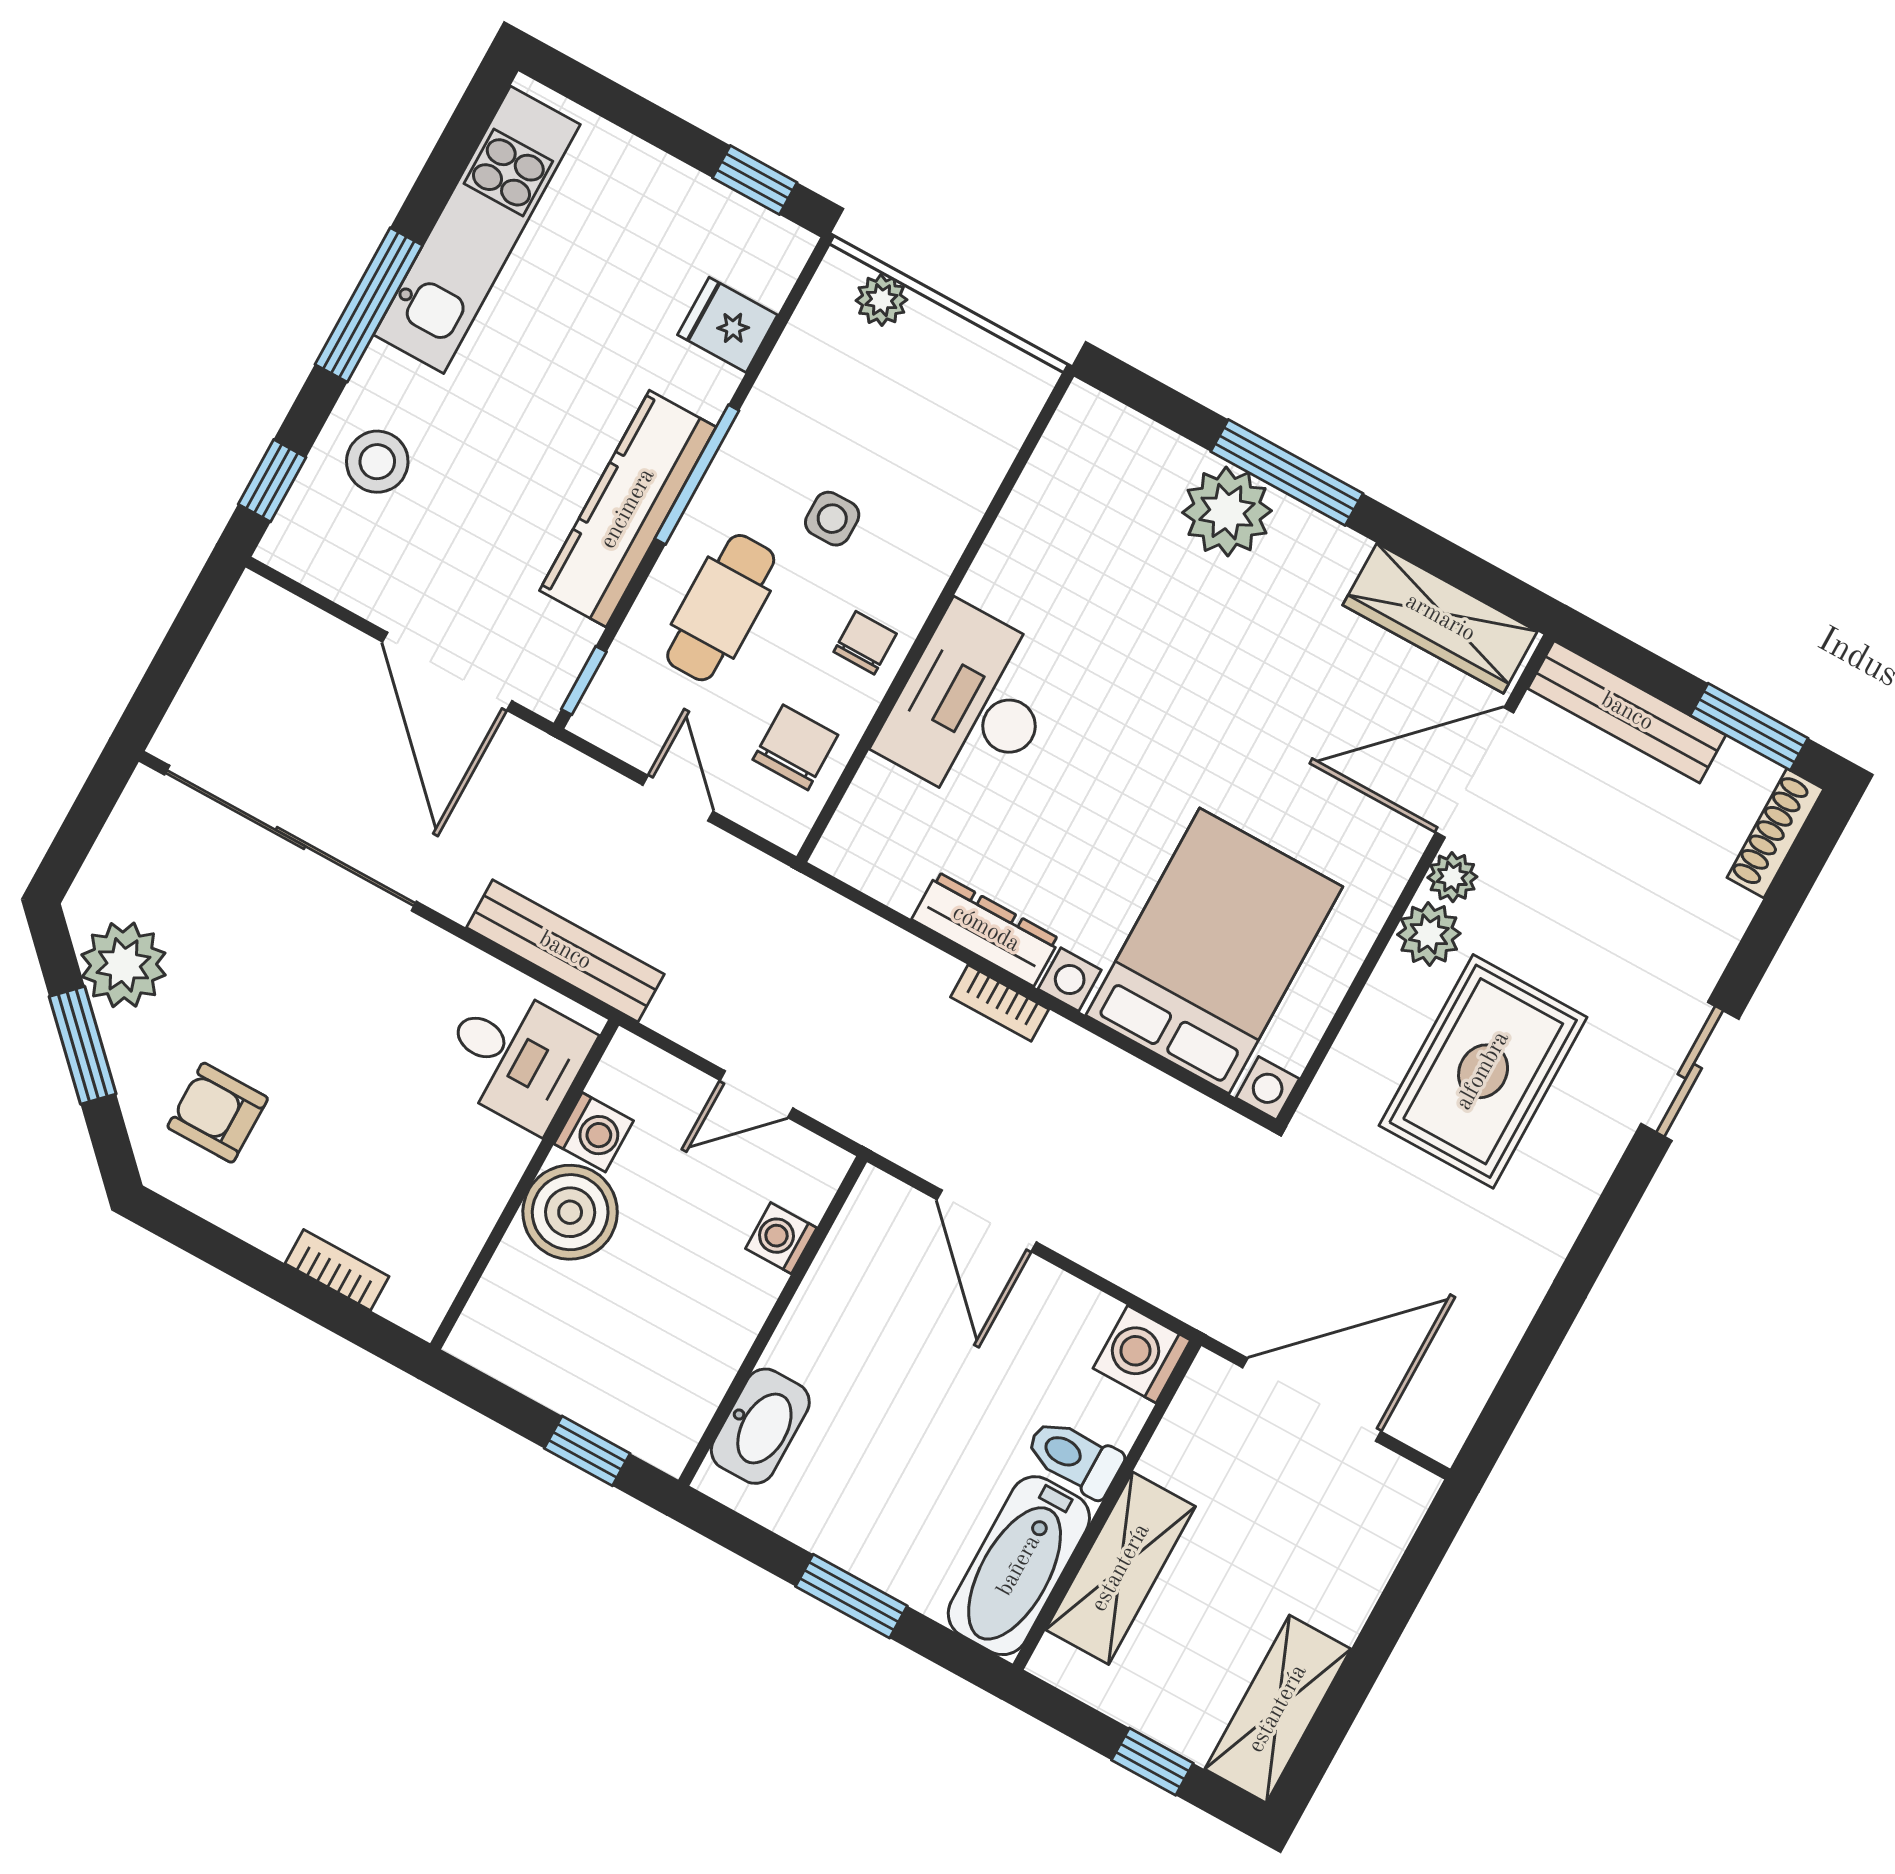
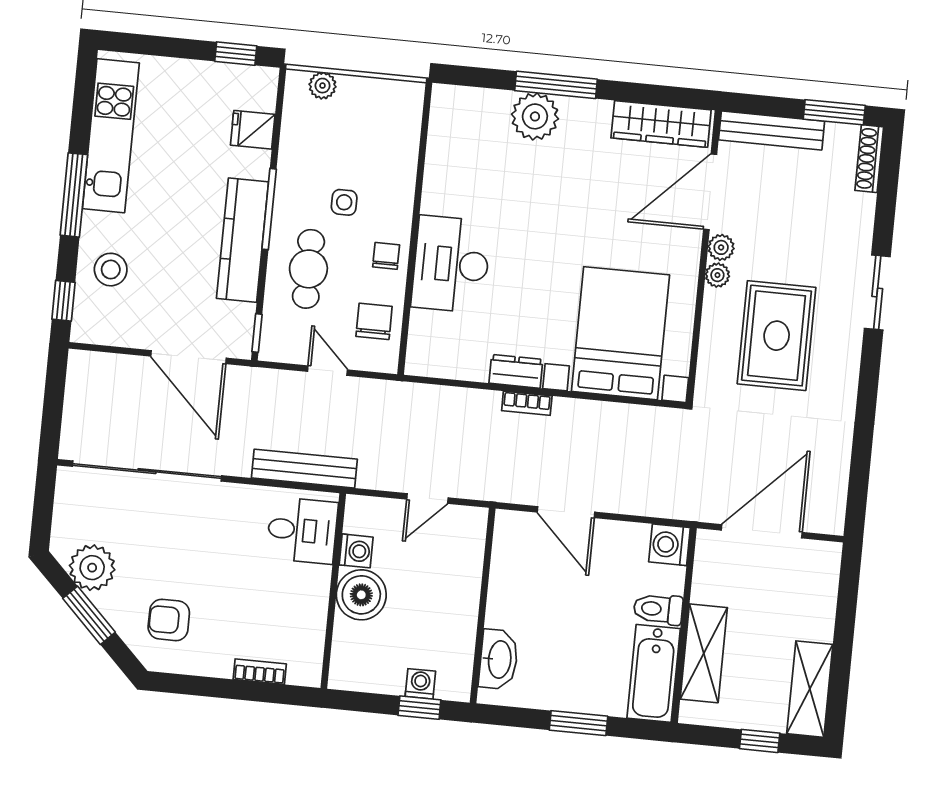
dresser: (986, 929) -> (516, 371), width x0.70
plant: (1429, 934) -> (717, 275), width x0.73, depth x0.73
washing machine: (781, 1238) -> (420, 684), moved, turned 90

